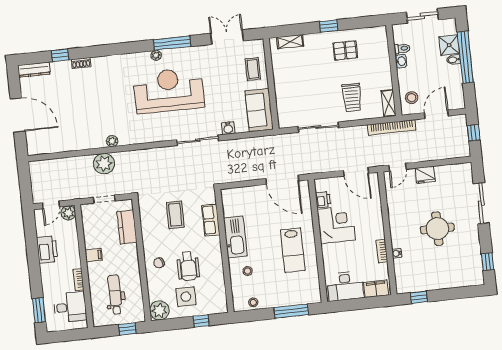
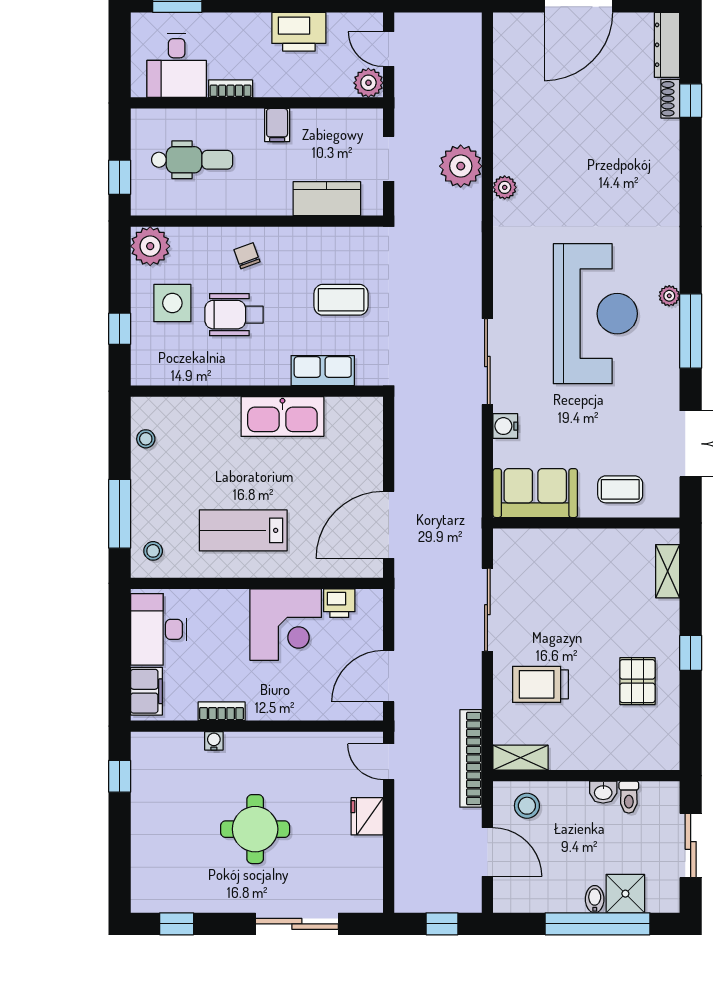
shoe rack: (81, 63) -> (670, 99), moved
stool: (248, 271) -> (153, 551), moved

